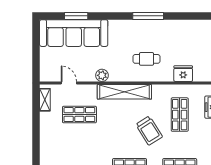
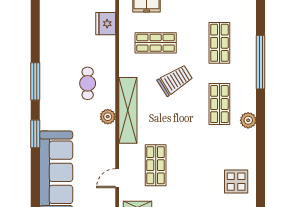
window: (76, 16) -> (35, 134), moved
fridge: (183, 74) -> (106, 24), moved
plant: (102, 75) -> (108, 117), moved

